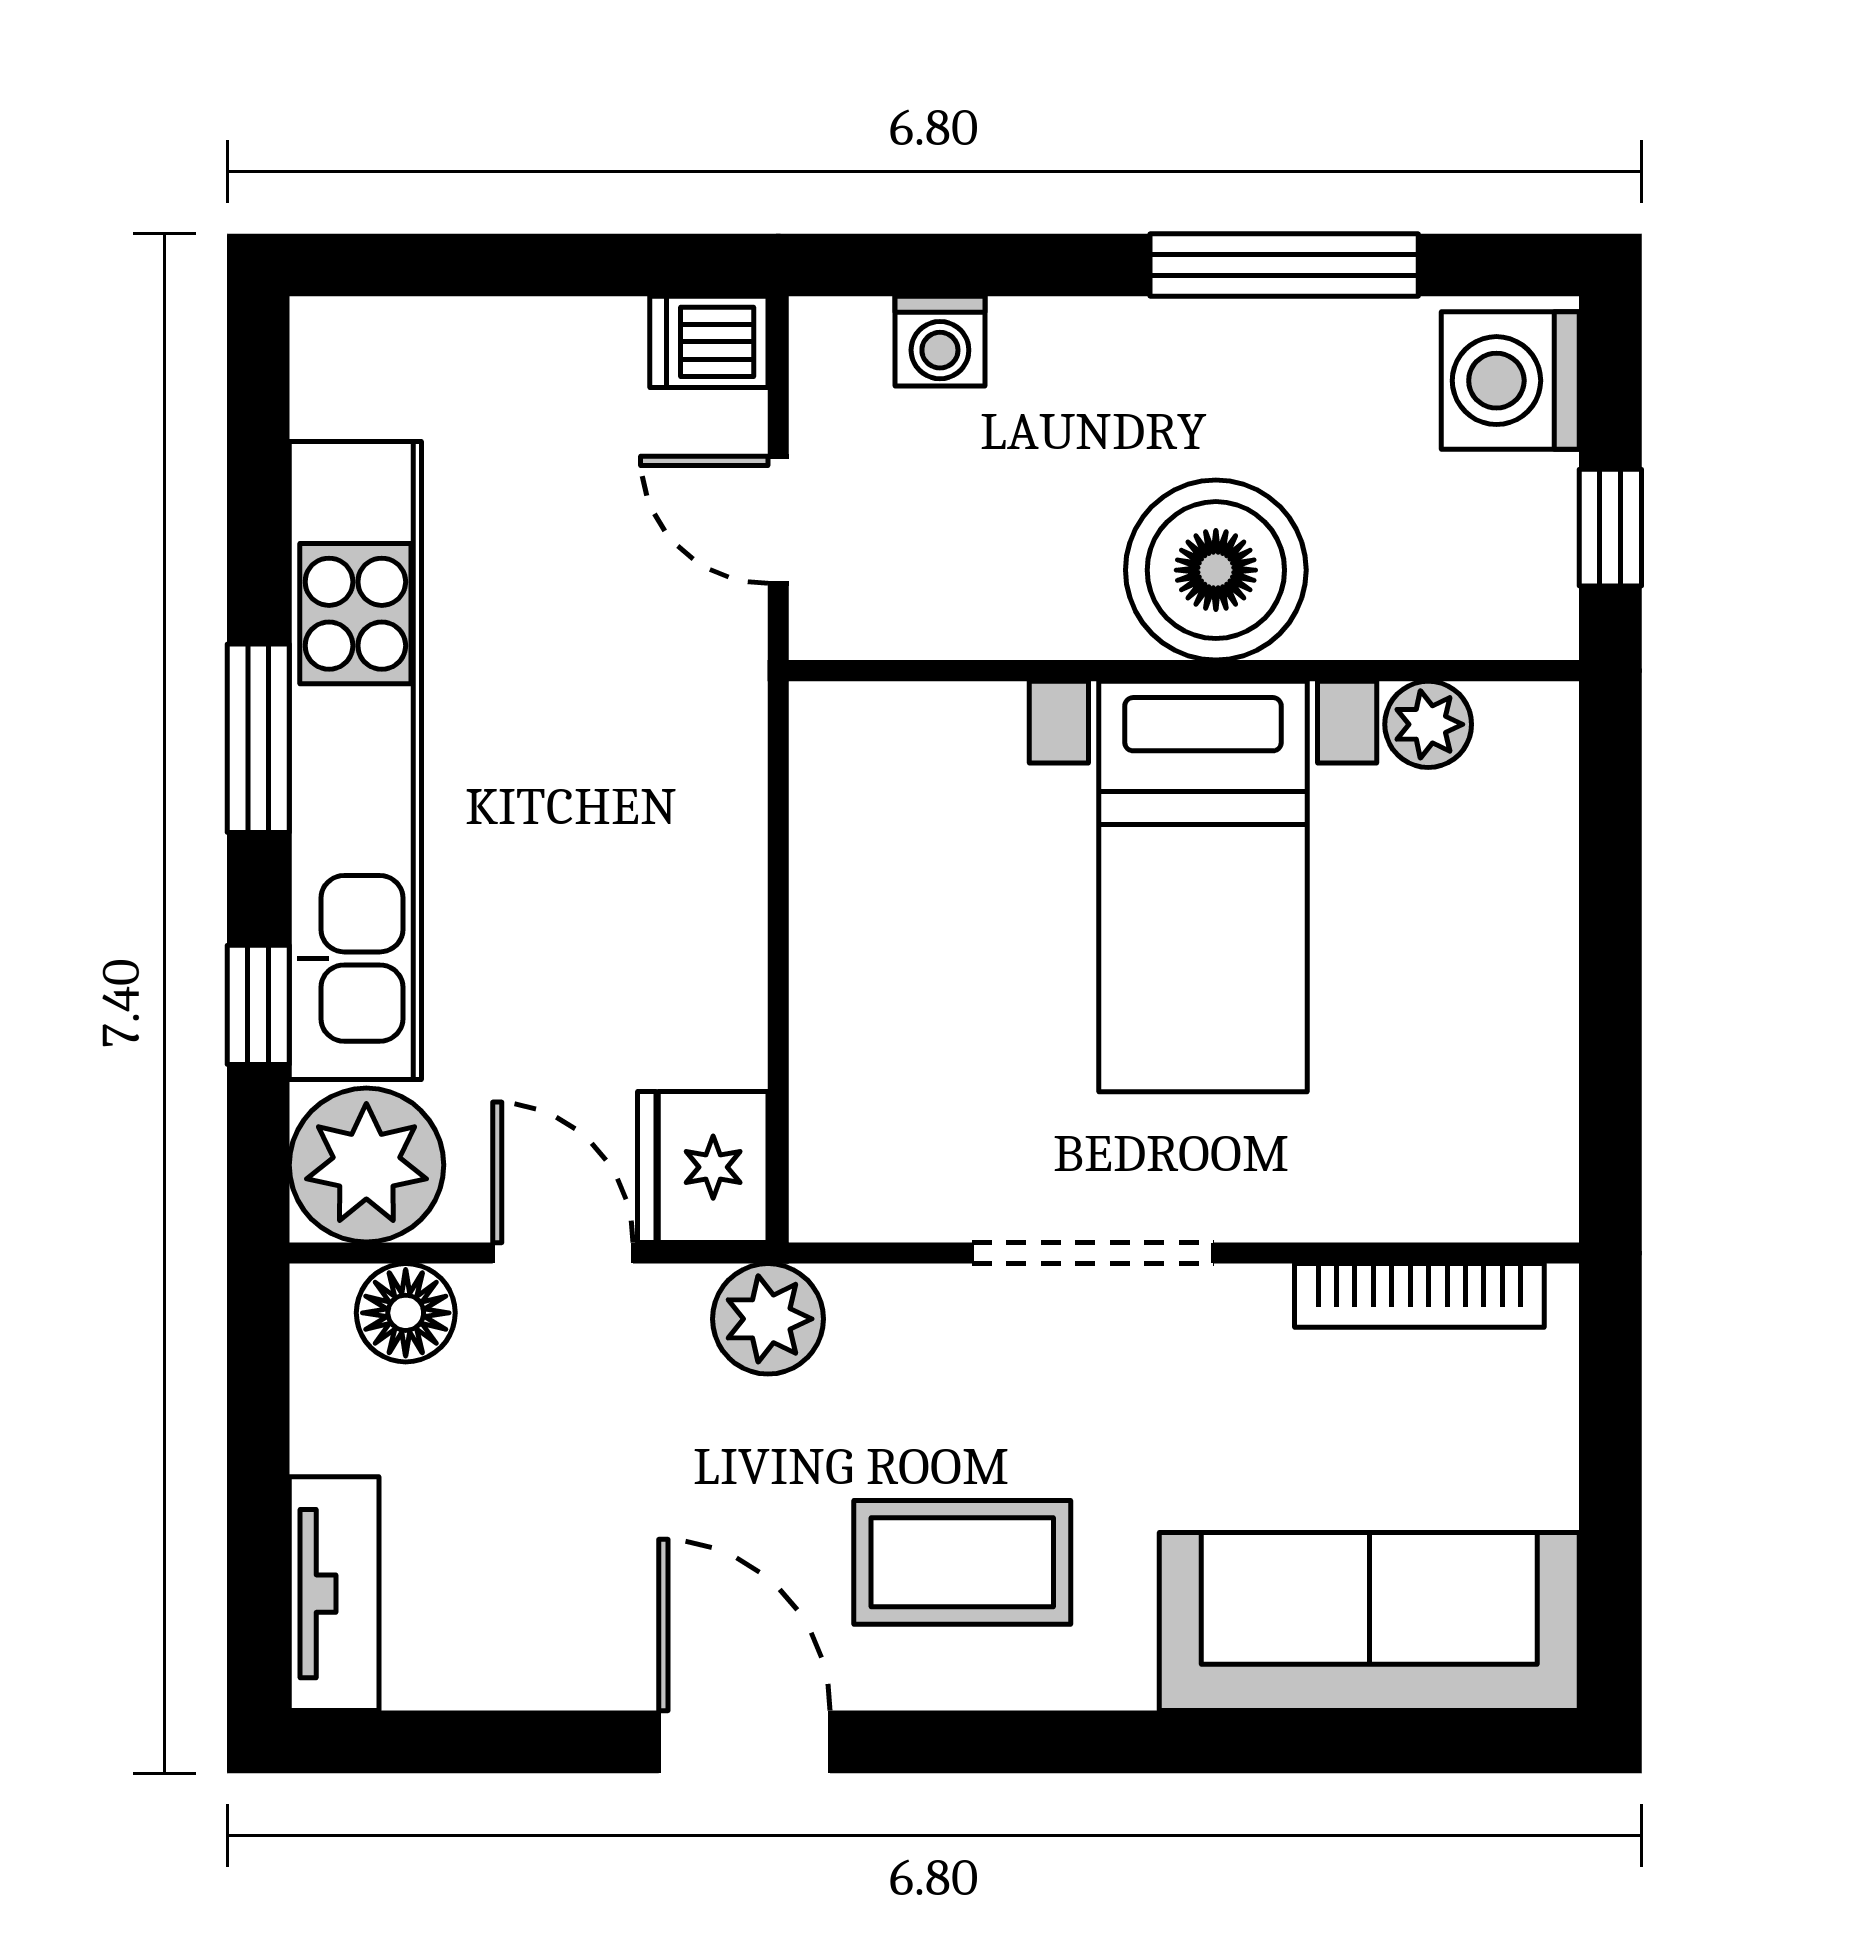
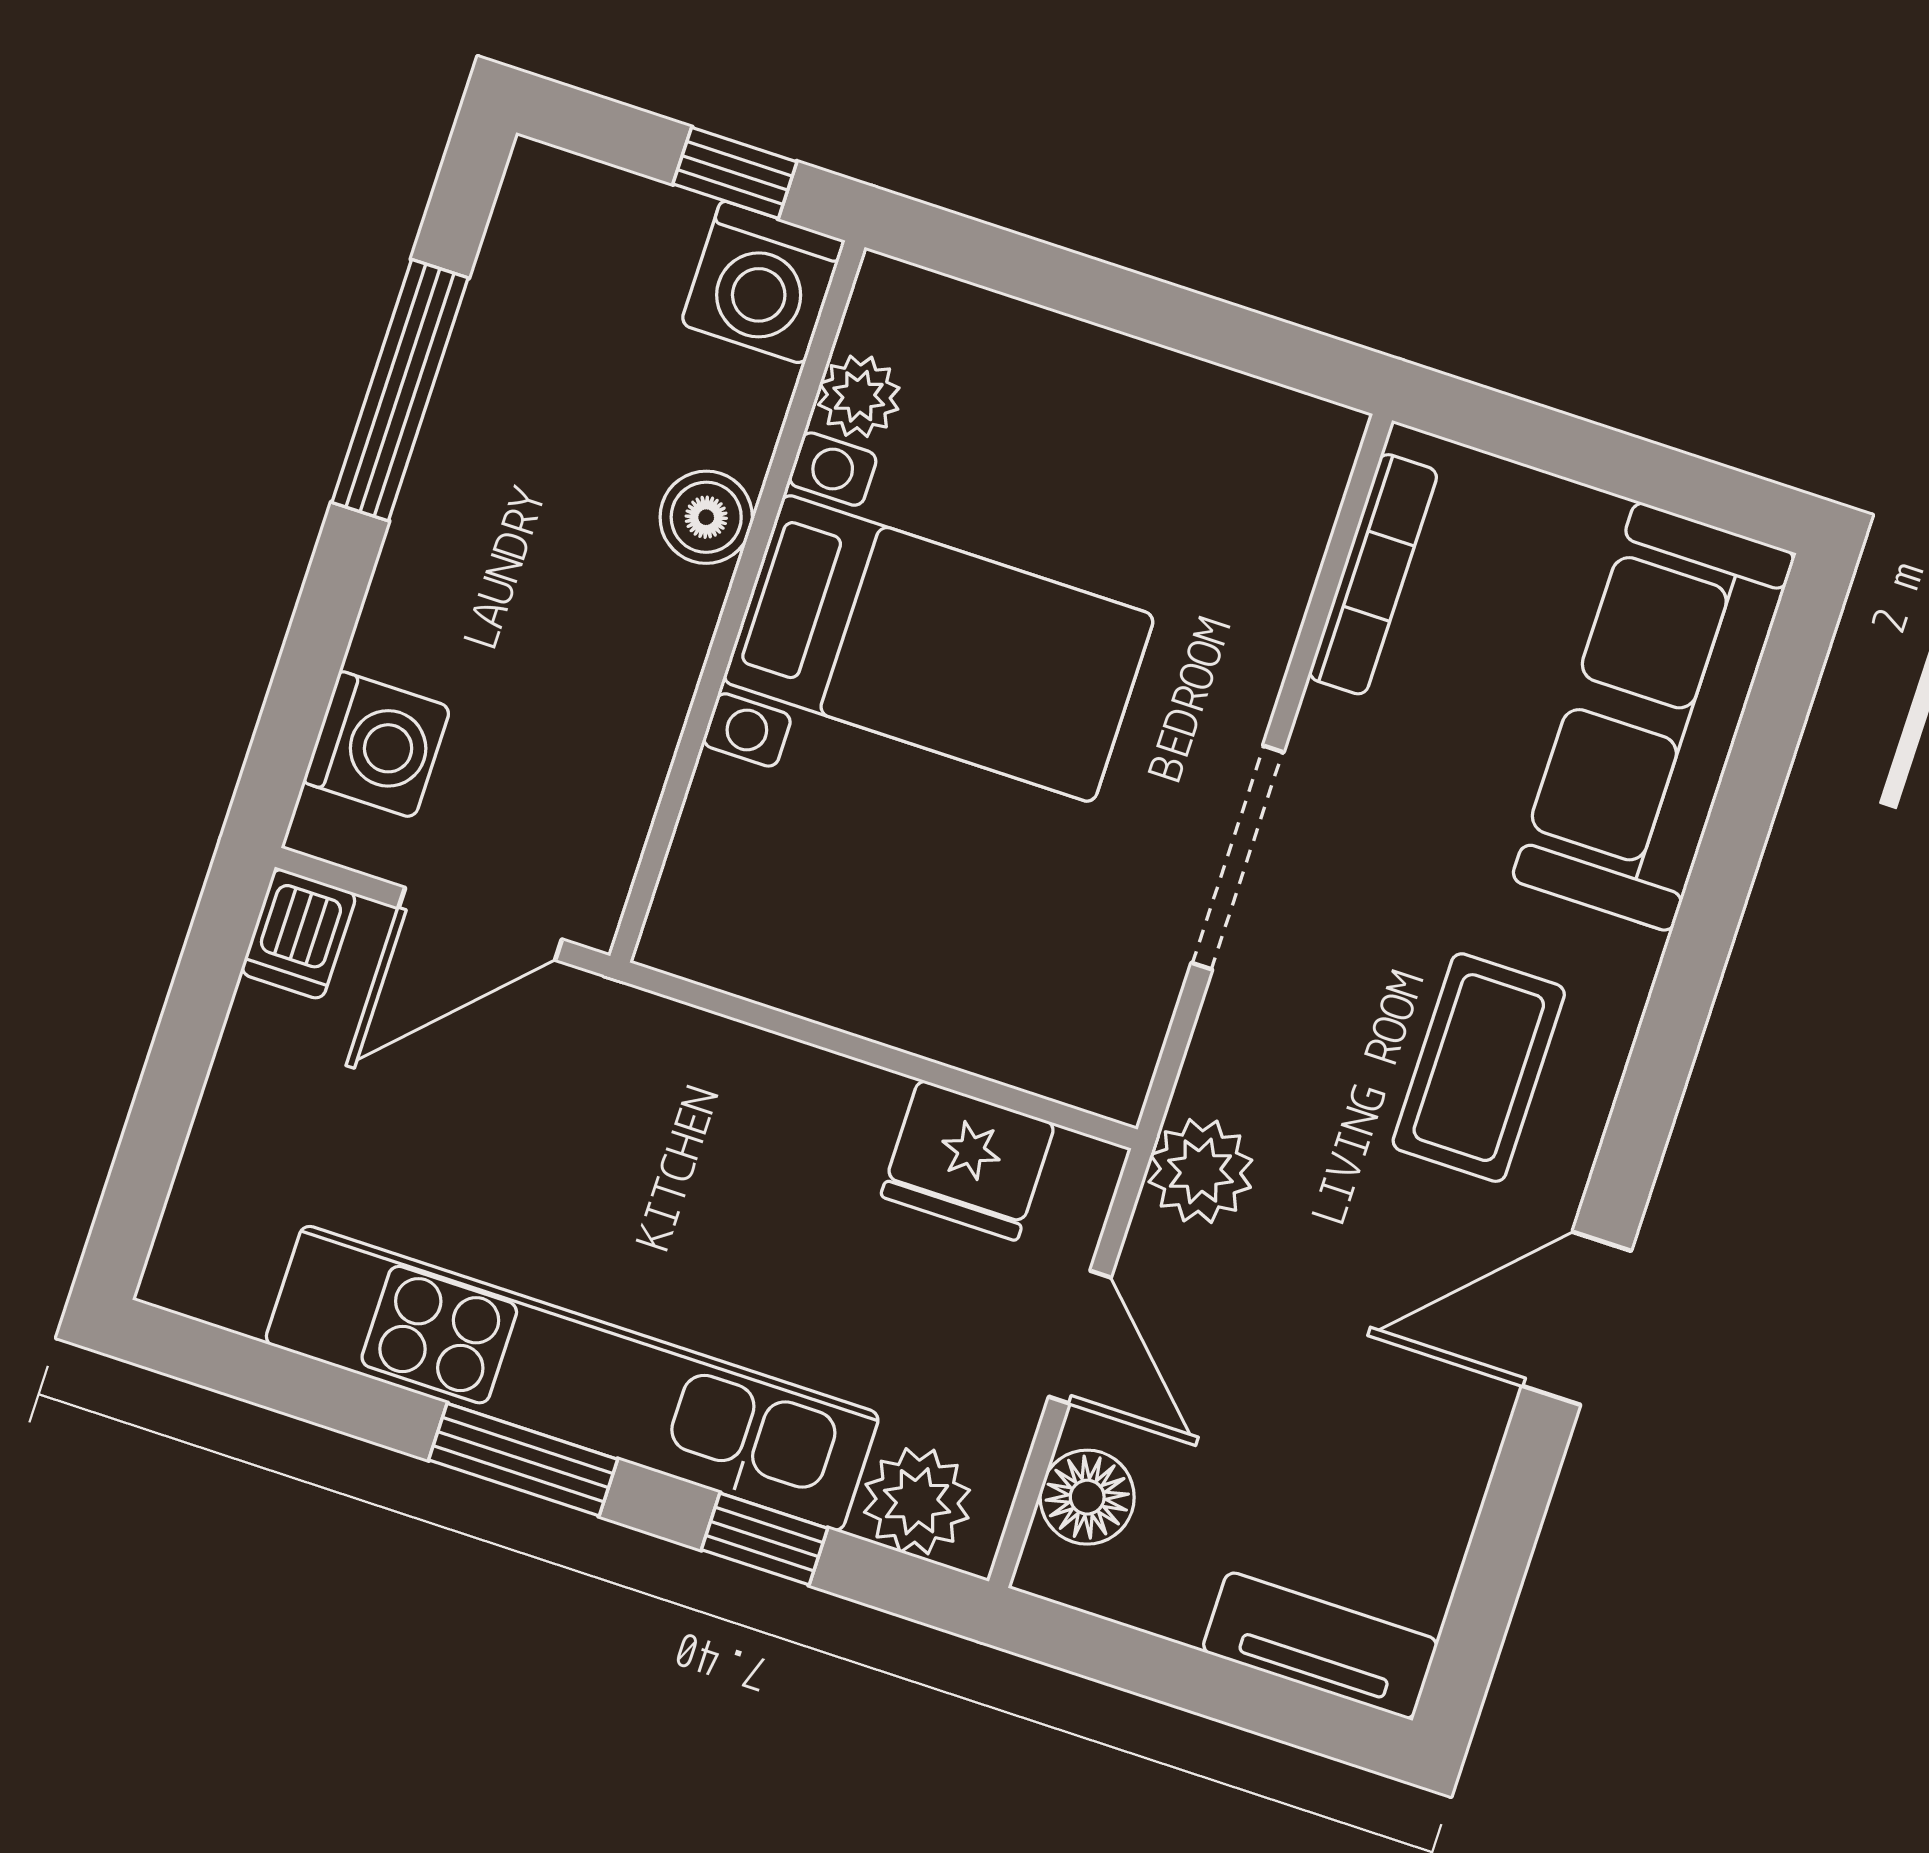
washing machine: (940, 341) -> (377, 745), width x1.38, depth x1.38
washing machine: (1510, 381) -> (763, 282), moved
door: (778, 520) -> (480, 924), width x1.38
boiler: (1216, 570) -> (706, 517), width x0.54, depth x0.54
plant: (366, 1165) -> (917, 1501), width x0.73, depth x0.73
fridge: (703, 1167) -> (968, 1160), moved
door: (563, 1253) -> (1080, 1337), swing flipped

